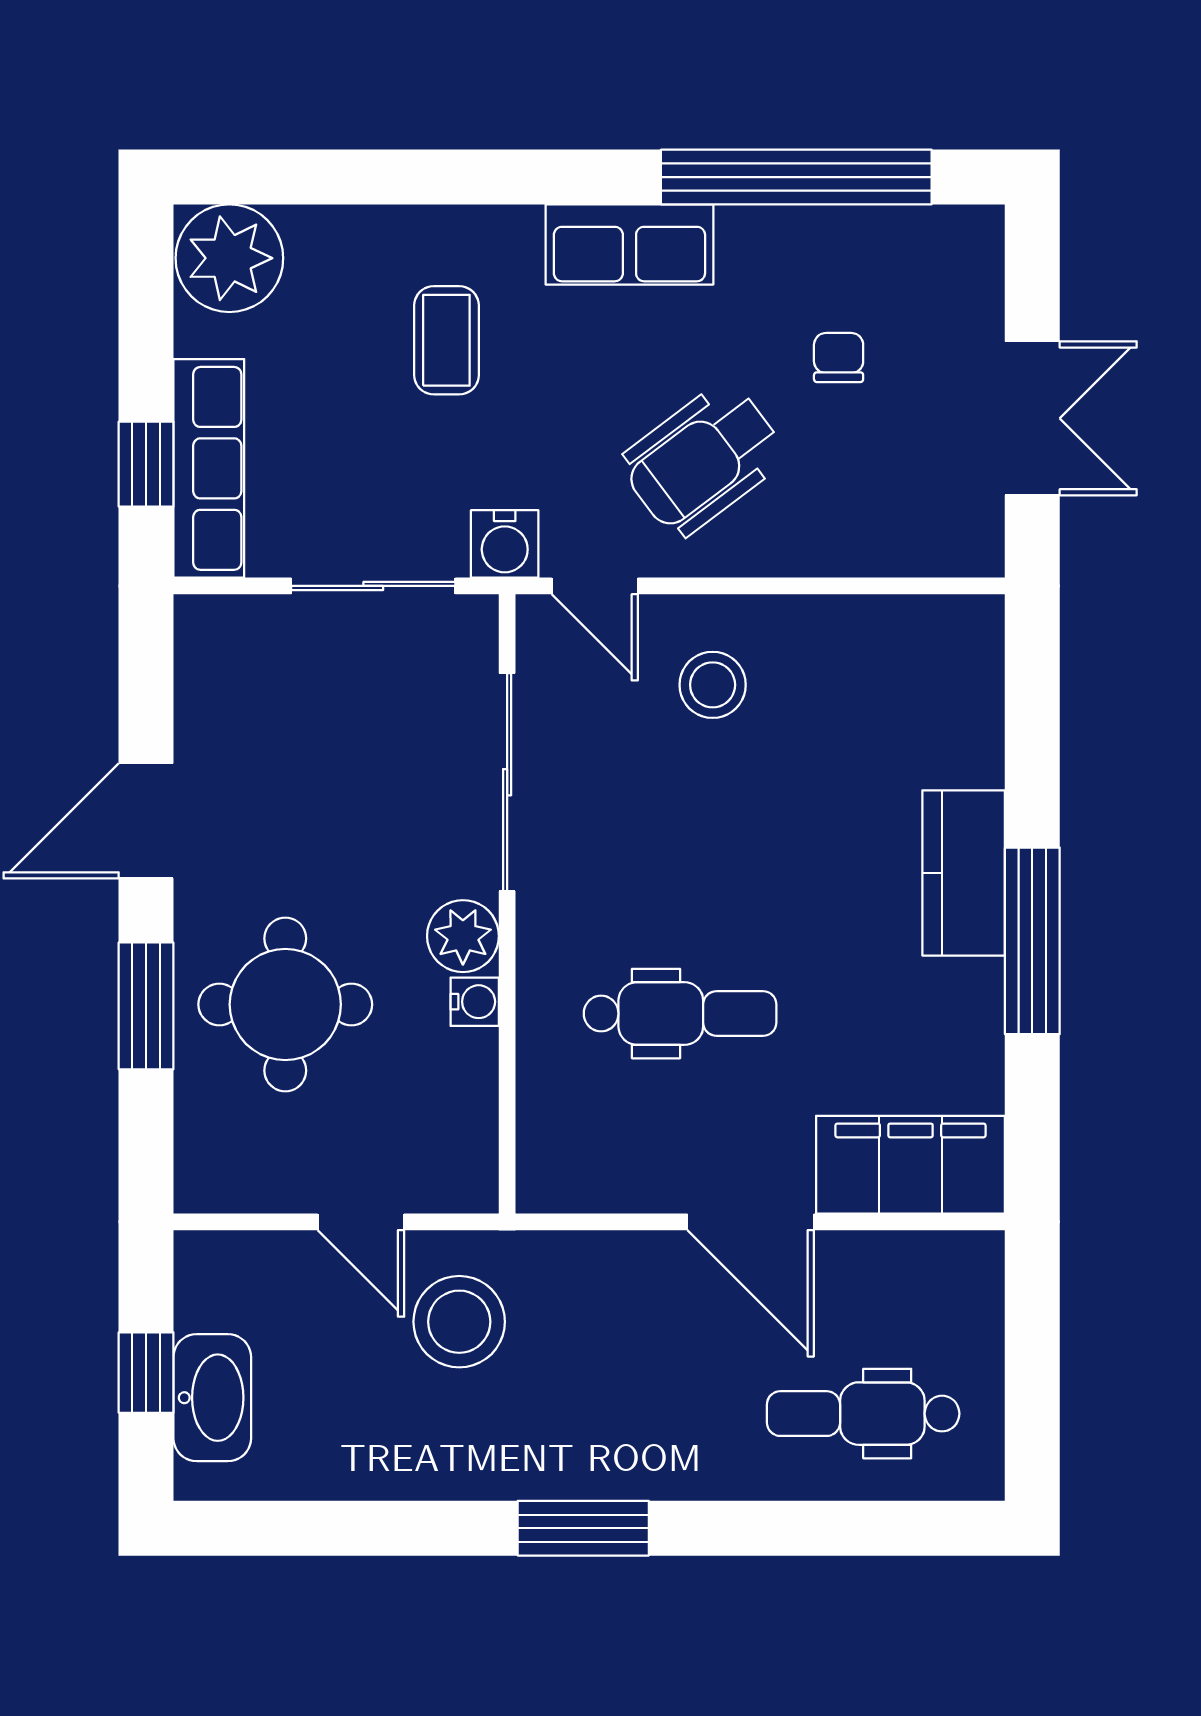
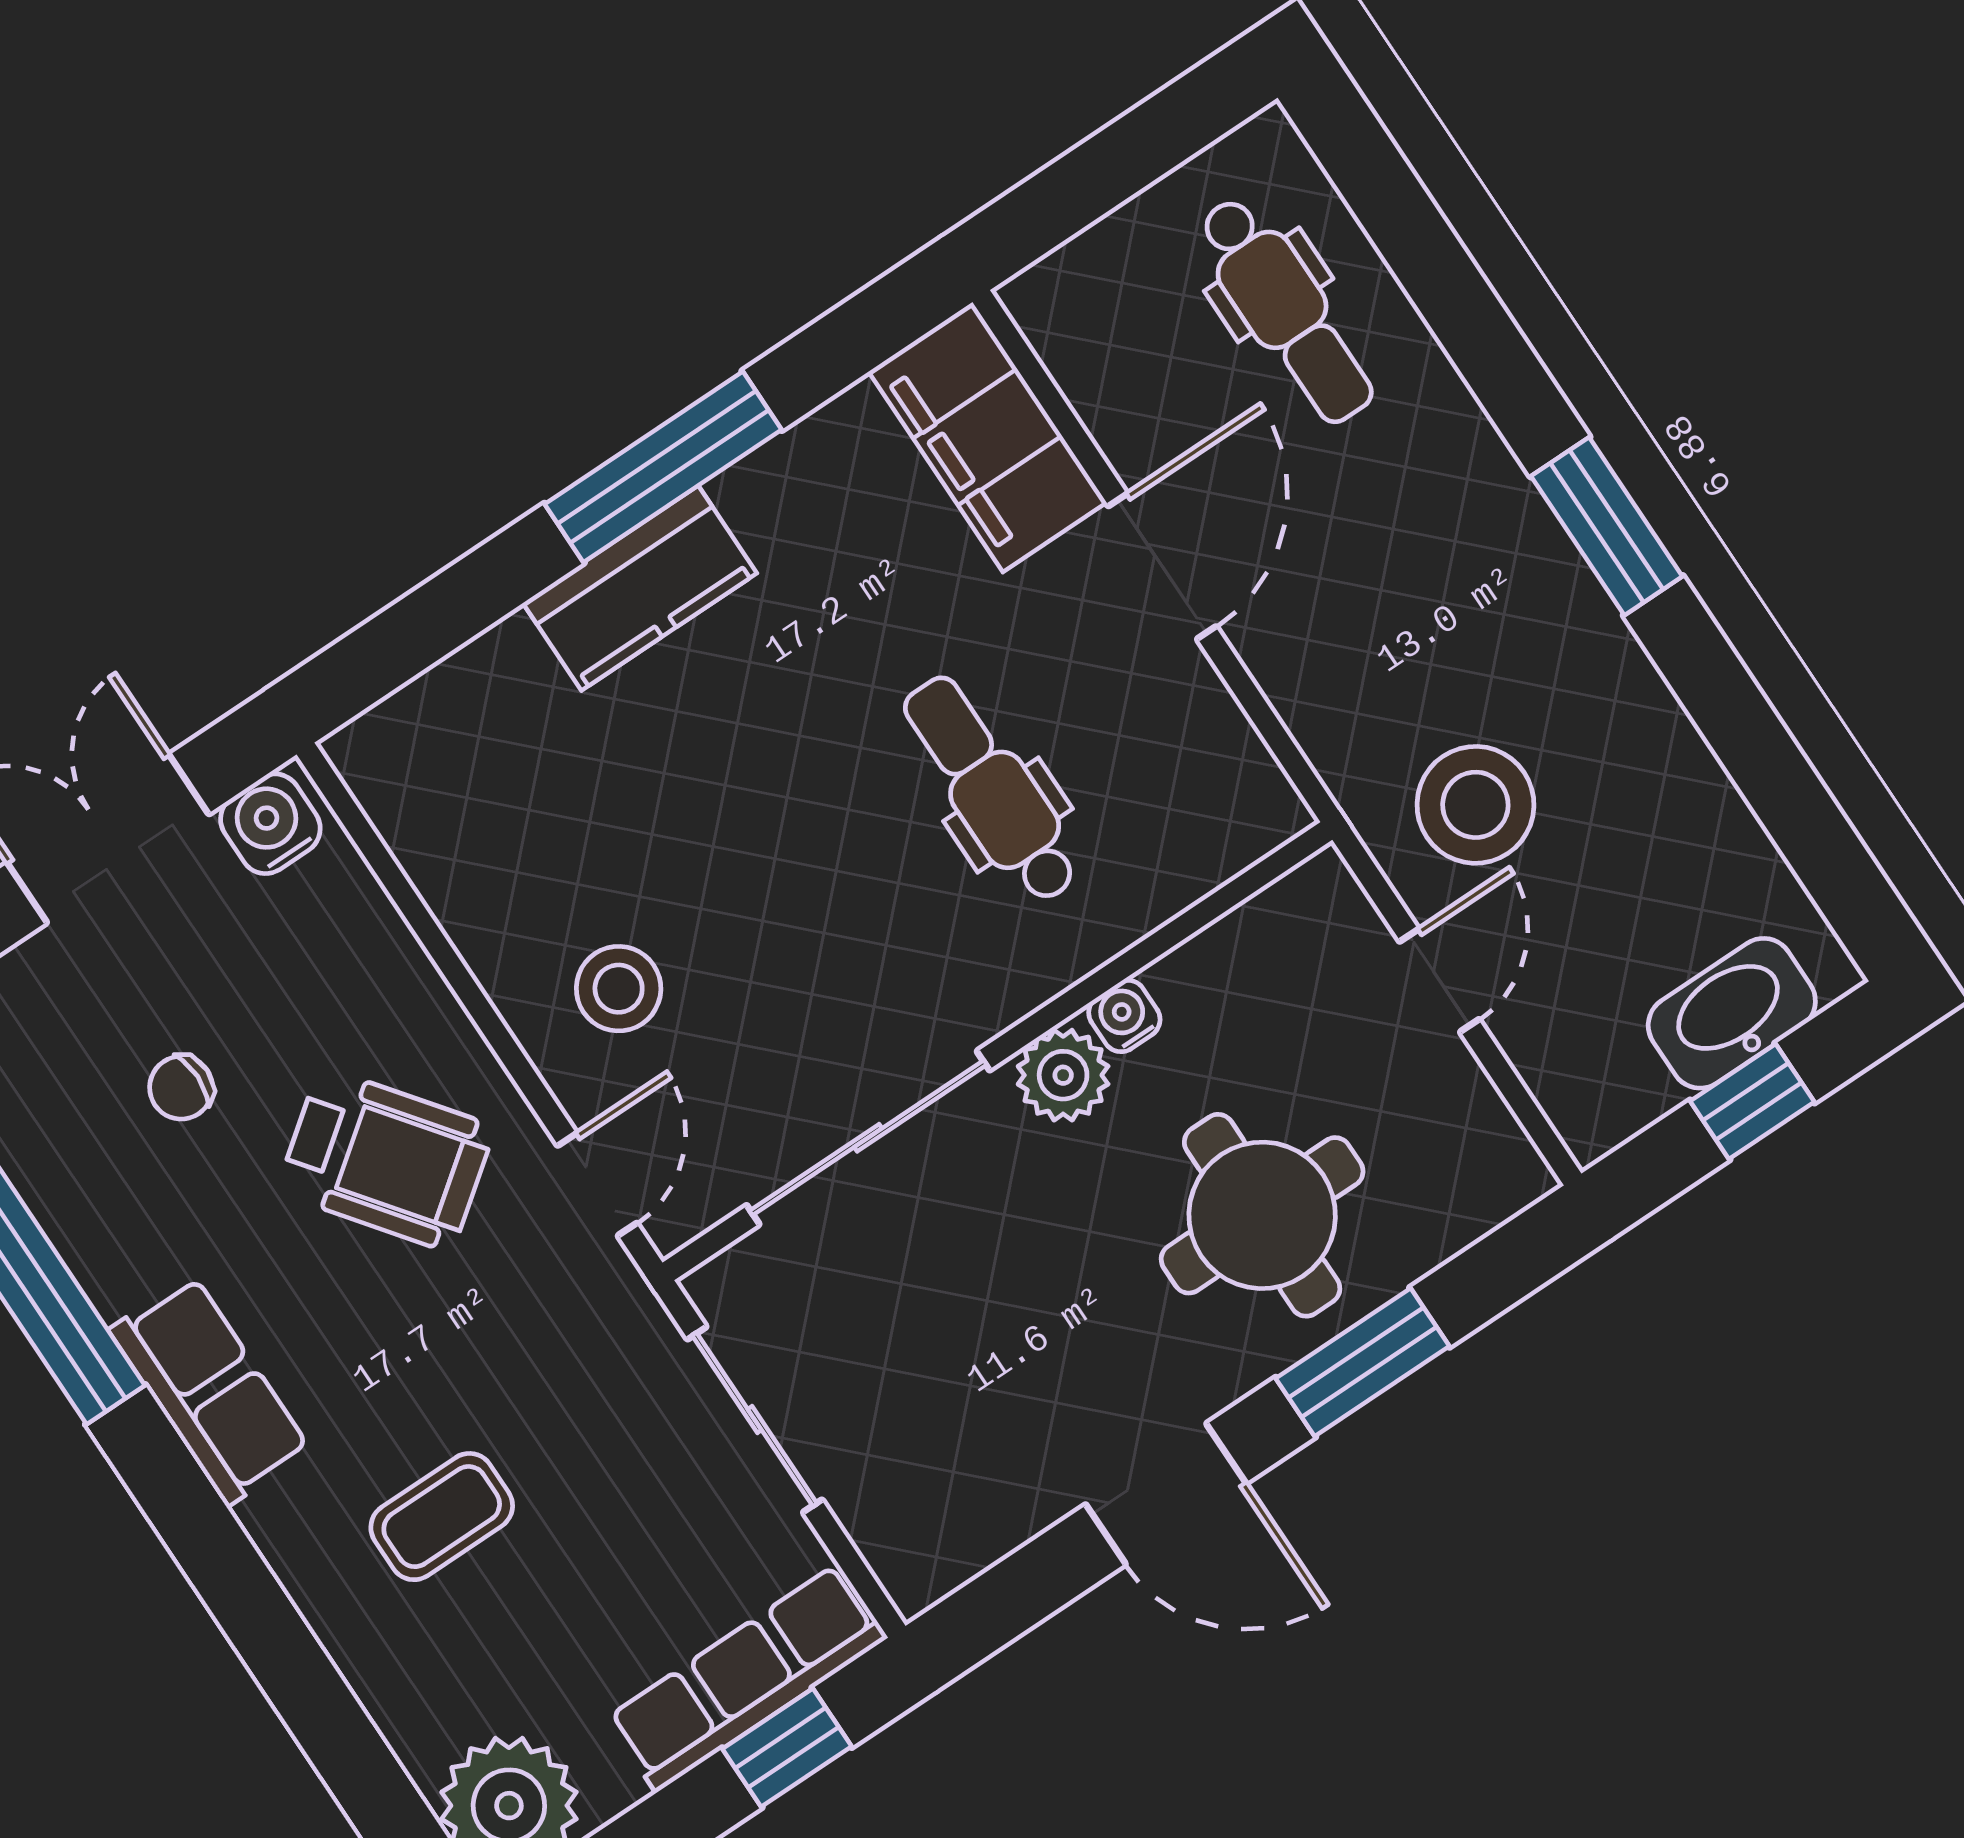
water cooler: (505, 544) -> (270, 824), moved, turned -90

